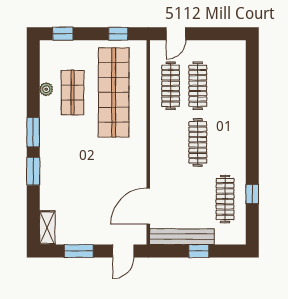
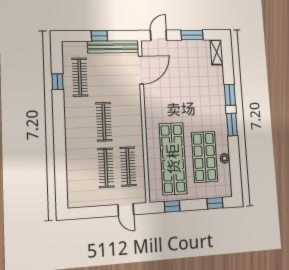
door: (176, 34) -> (126, 210), swing flipped
shop shelf: (73, 92) -> (205, 157), width x1.43, depth x1.36

